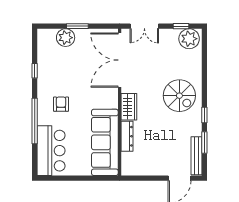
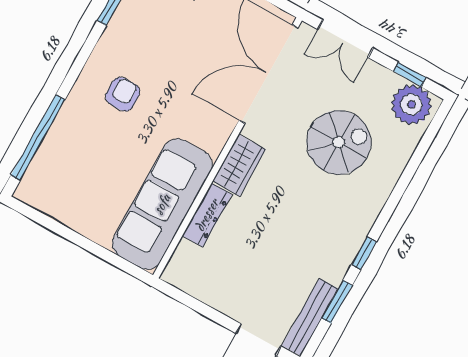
spiral stairs: (179, 96) -> (339, 142), moved, turned -90
window: (35, 121) -> (38, 138), moved
bar counter: (51, 151) -> (60, 166), removed

